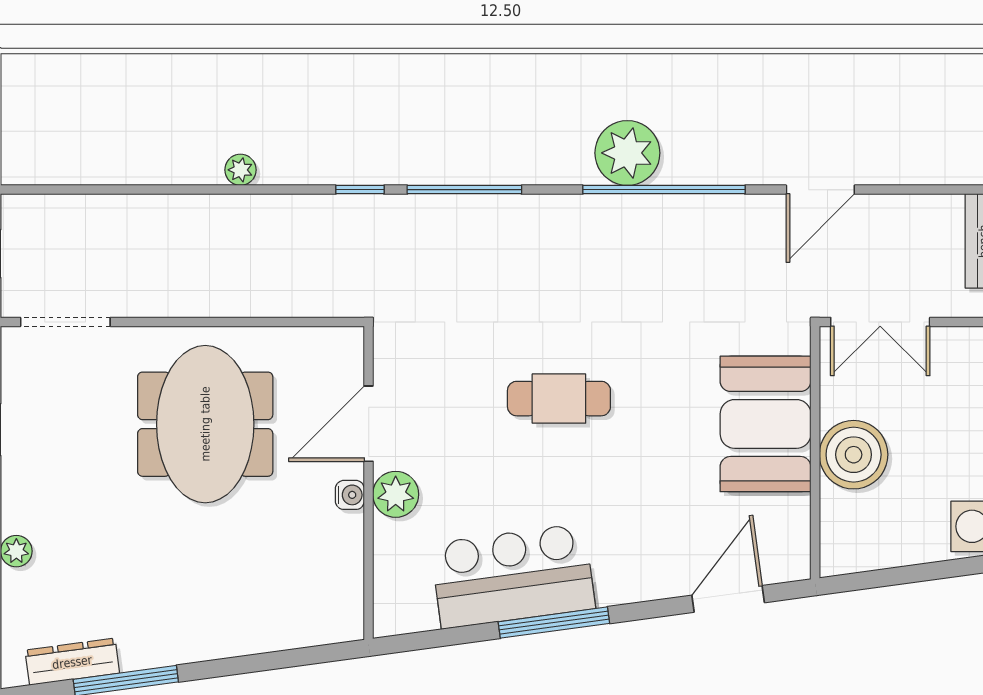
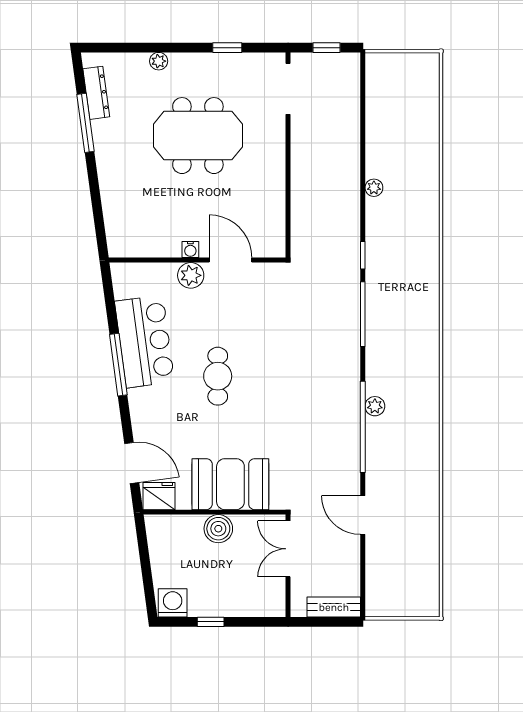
plant: (627, 153) -> (375, 406), width x0.53, depth x0.53
cafe table: (559, 399) -> (218, 376), moved
meeting table: (205, 424) -> (198, 136), moved
boiler: (854, 455) -> (218, 529), width x0.73, depth x0.73
fridge: (787, 551) -> (159, 496), added

